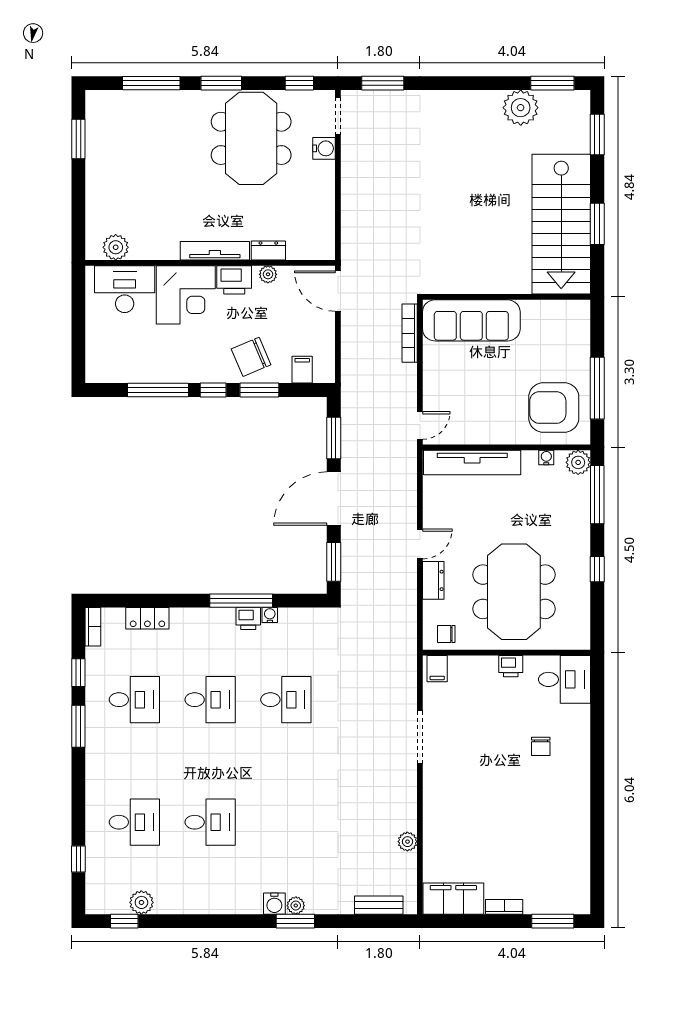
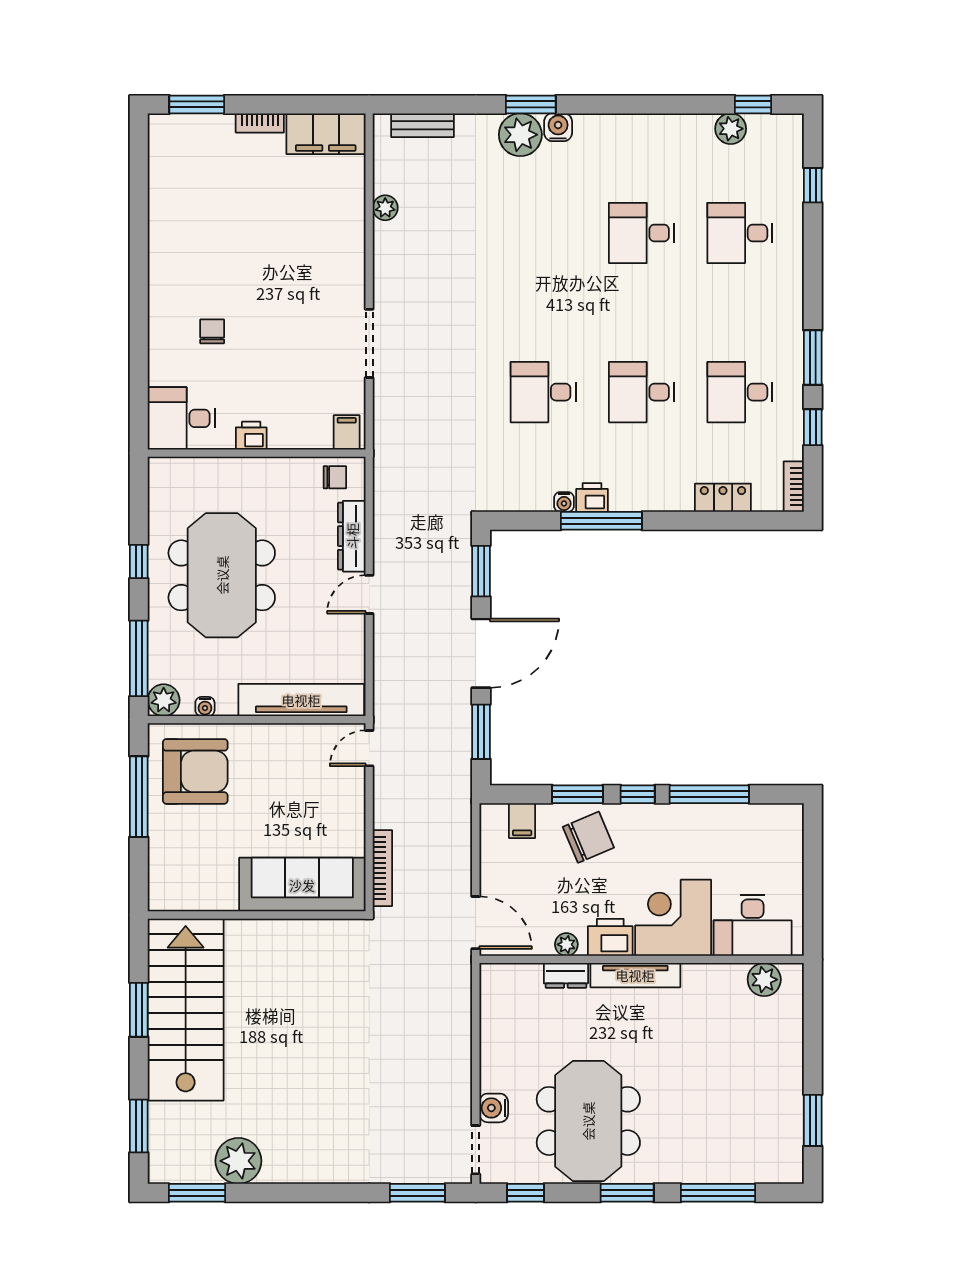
dresser: (433, 580) -> (352, 536), width x1.44
meeting table: (514, 592) -> (222, 575), moved
plant: (296, 906) -> (520, 135), width x1.88, depth x1.88

